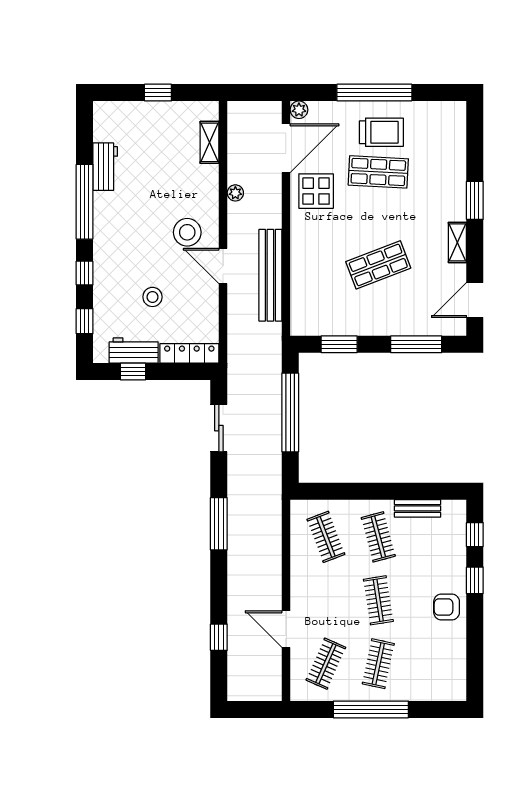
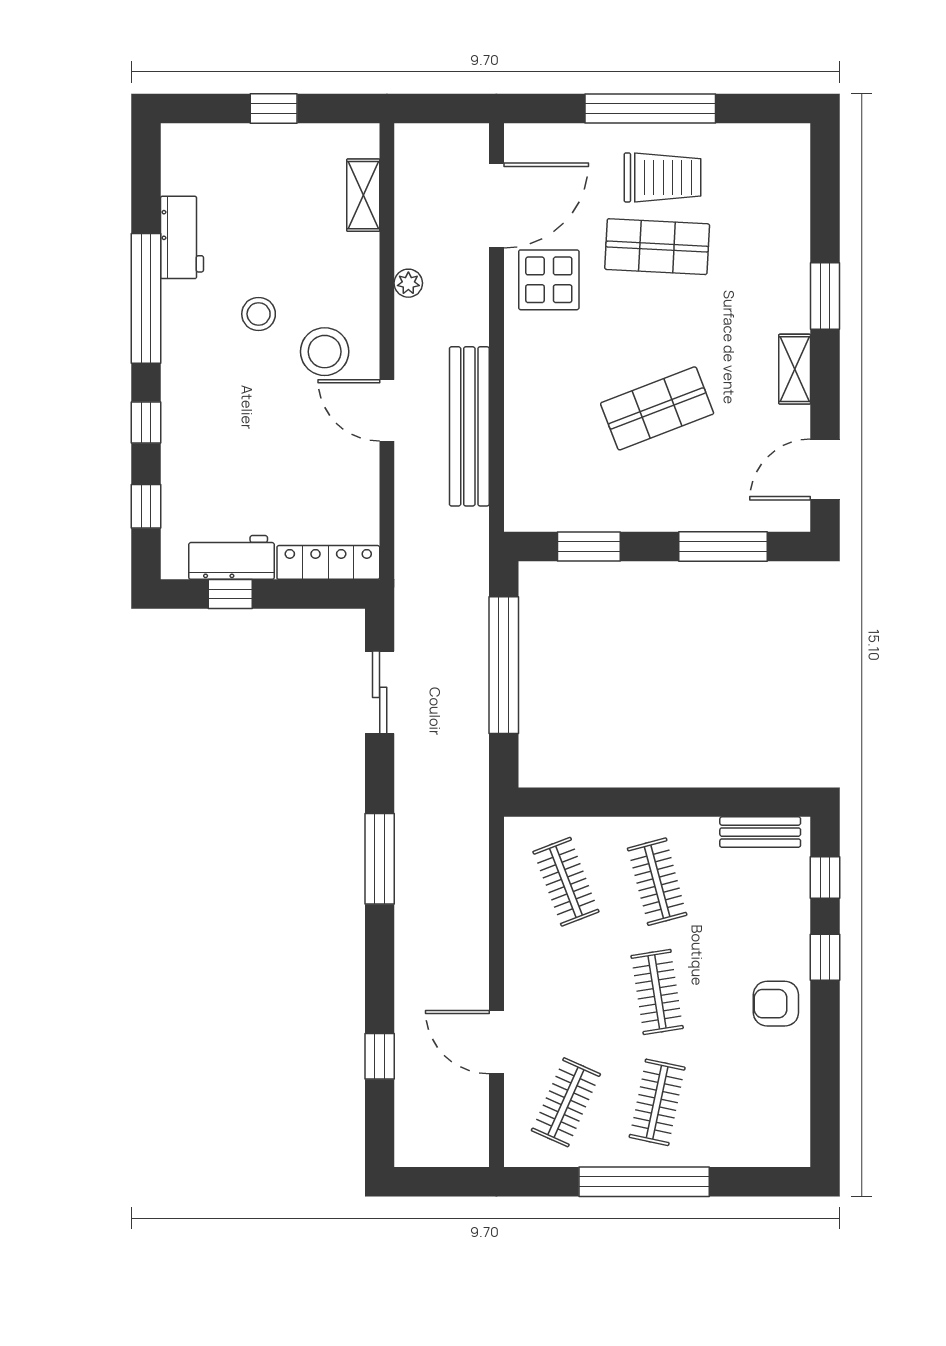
plant: (299, 110) -> (519, 138), removed
stool: (152, 297) -> (259, 314), moved
bench: (417, 508) -> (760, 832), moved

